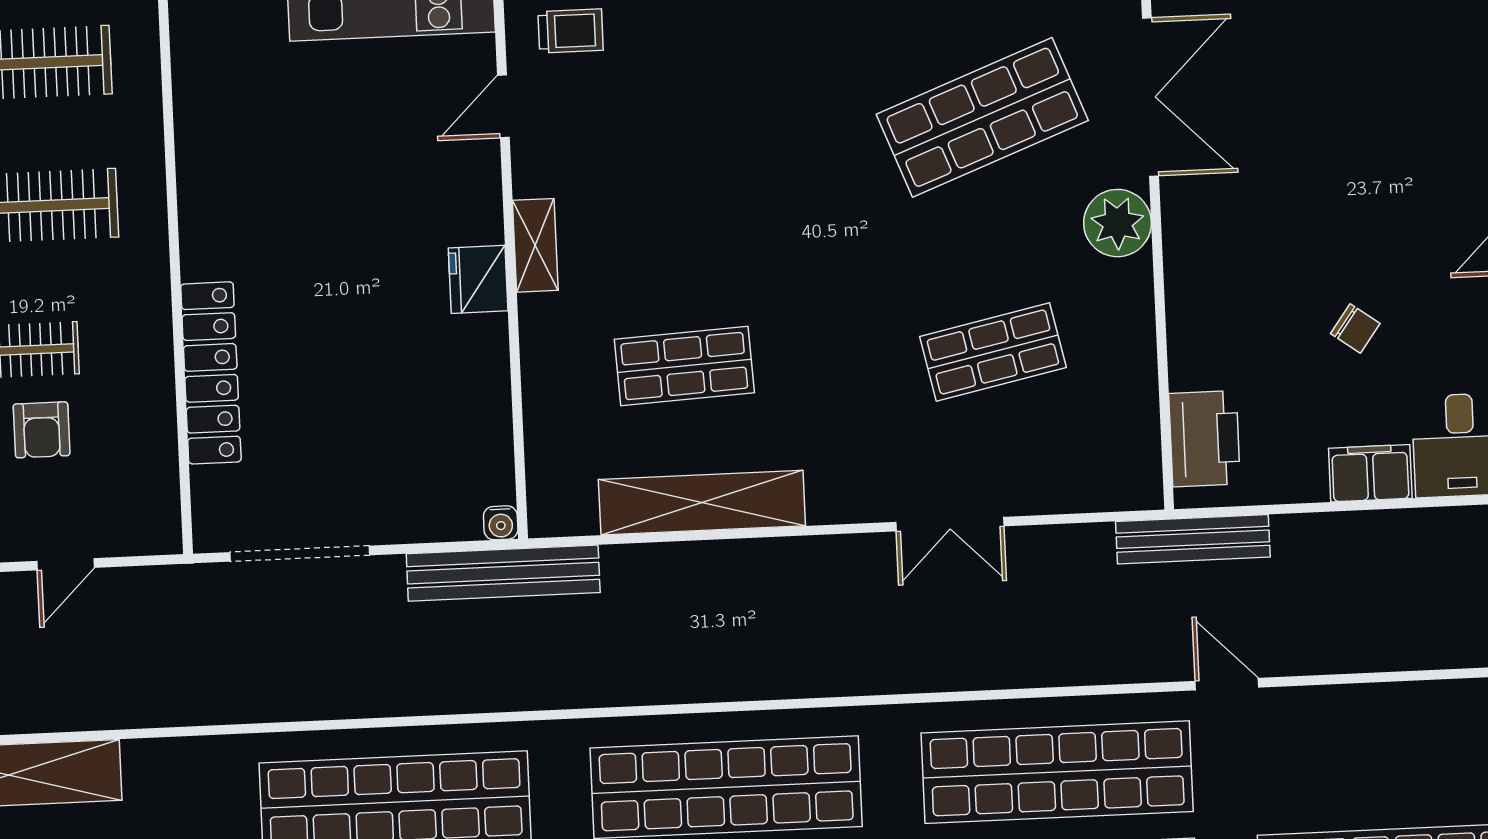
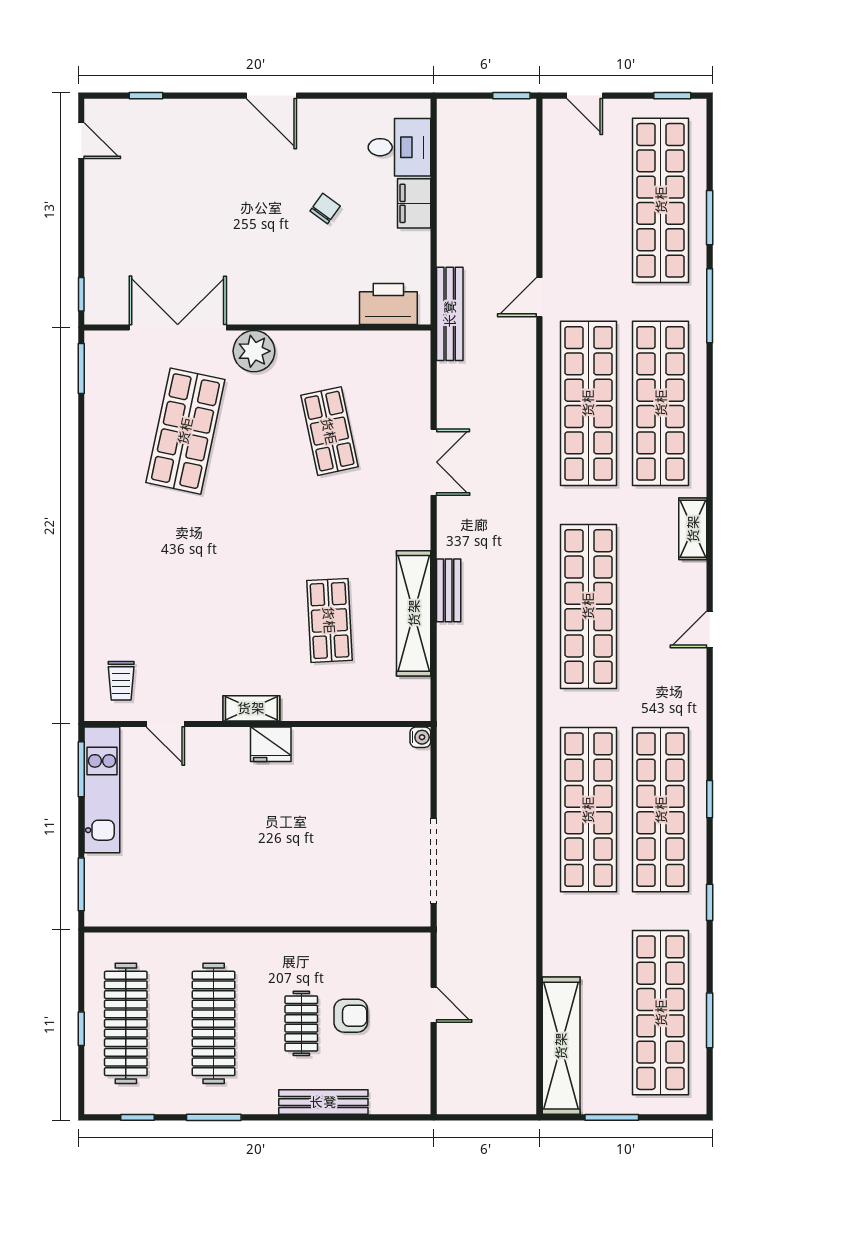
trolley: (571, 31) -> (121, 681), turned 180
shop shelf: (982, 117) -> (185, 431), turned 33
locker: (211, 373) -> (320, 910), removed
bench: (503, 573) -> (449, 590), moved, width x0.54, depth x0.82

